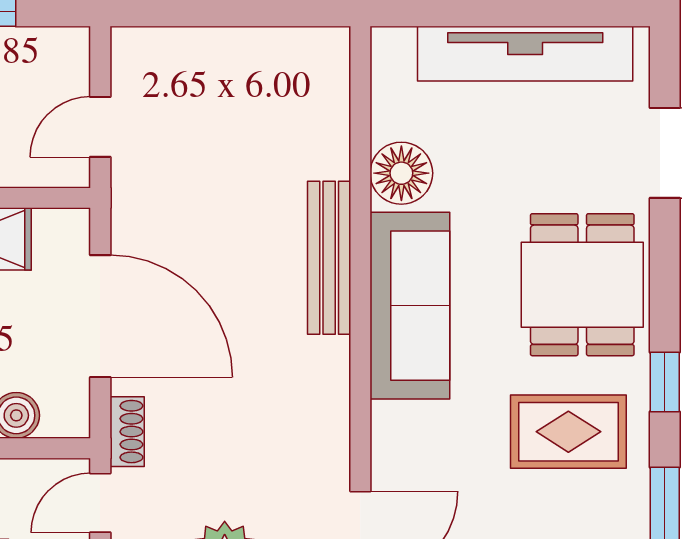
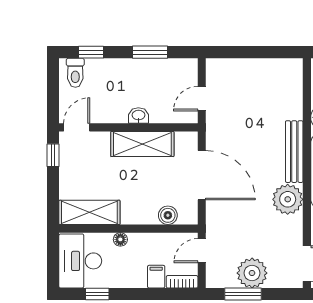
plant: (313, 376) -> (288, 199), added
shoe rack: (127, 432) -> (213, 222), removed

